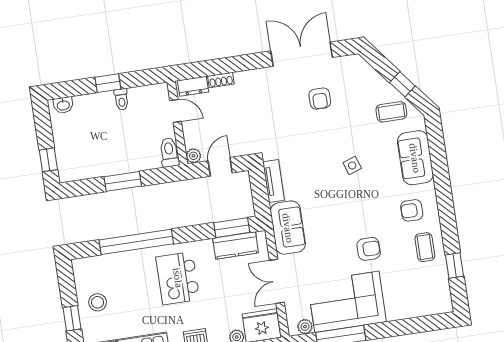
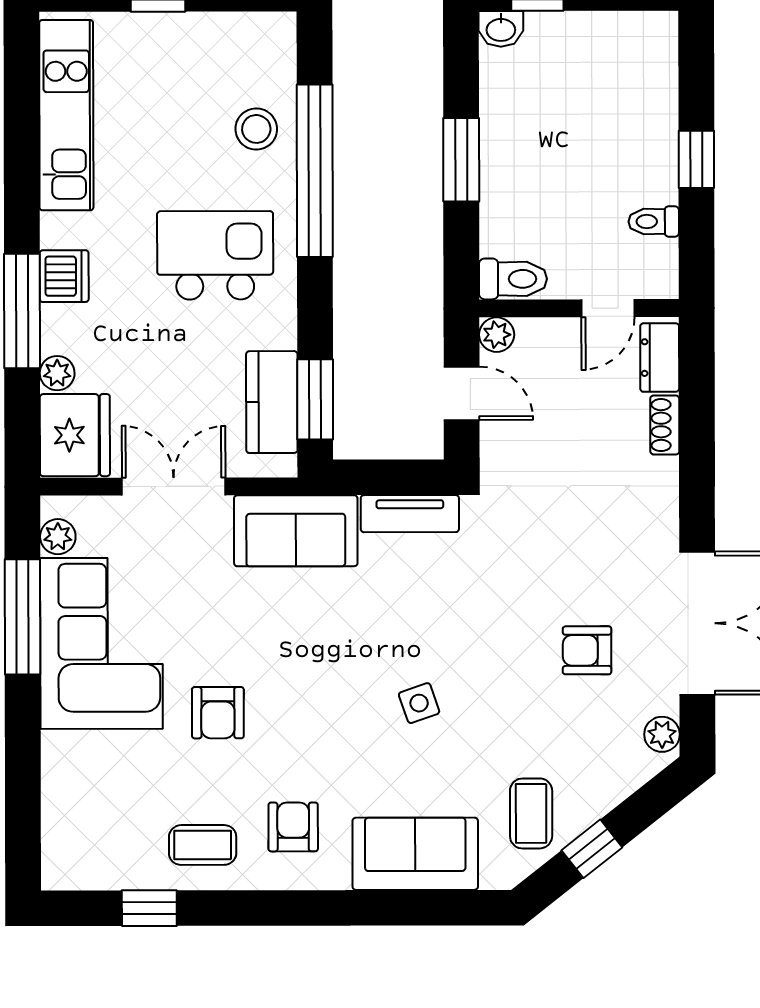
plant: (350, 62) -> (662, 734), added
toilet: (121, 99) -> (654, 221), moved
washbasin: (63, 105) -> (501, 29), moved, turned -90
stool: (98, 302) -> (256, 129), moved

